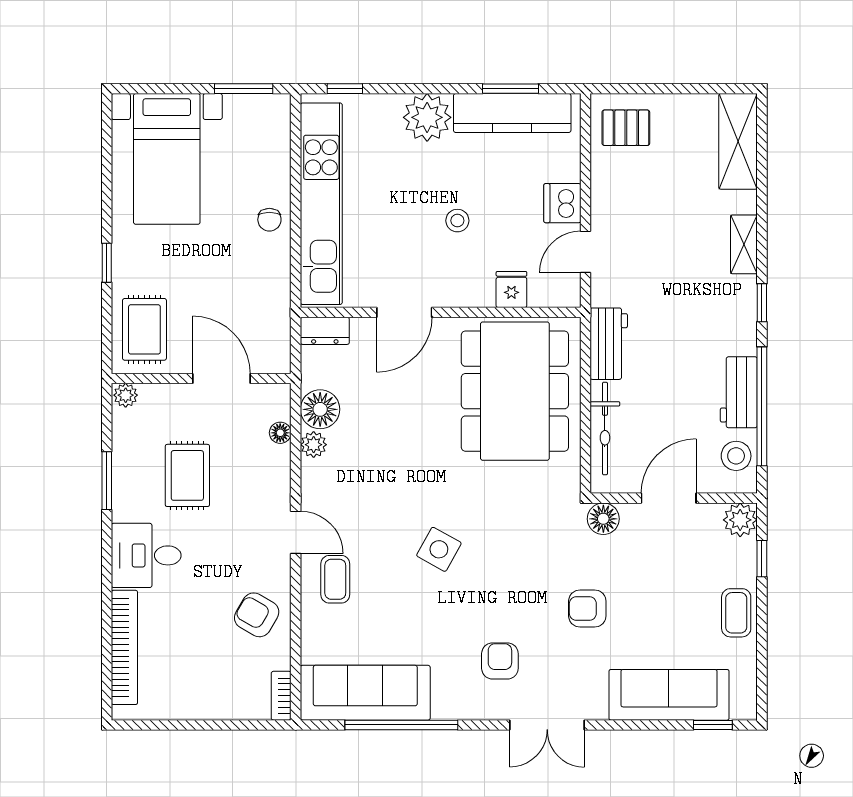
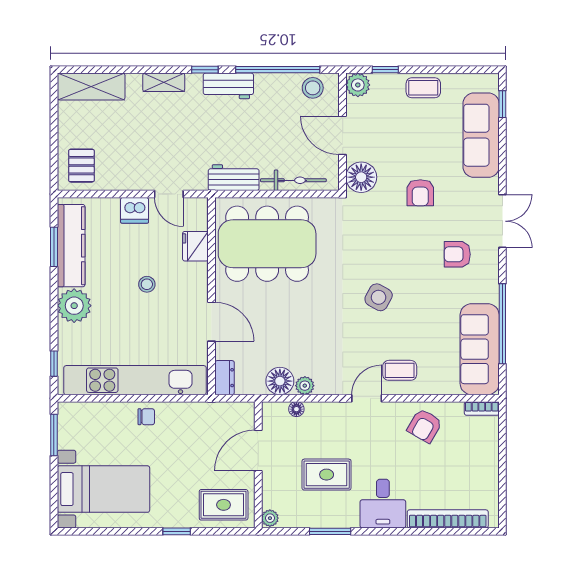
fridge: (511, 289) -> (195, 246), width x1.38
workbench: (739, 392) -> (228, 86), moved
floor lamp: (603, 519) -> (361, 177), width x1.38, depth x1.38

